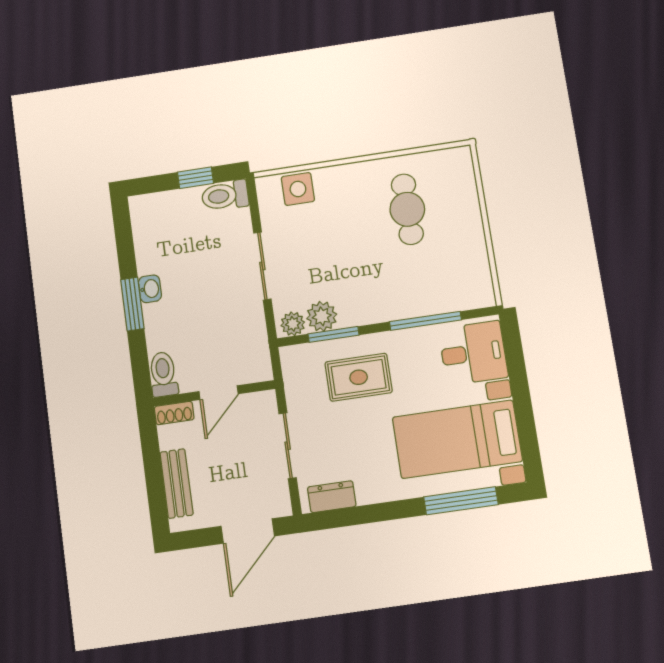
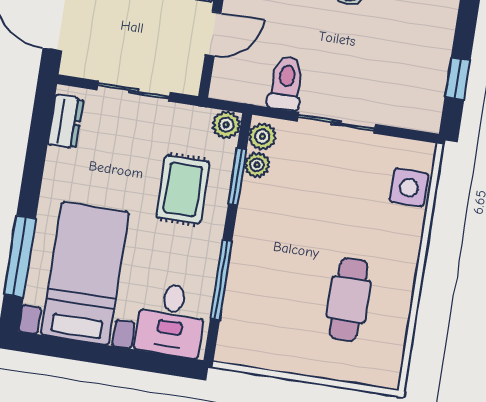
toilet: (225, 196) -> (286, 83), moved
cafe table: (407, 209) -> (349, 299), turned 90
plant: (322, 316) -> (257, 165), width x0.73, depth x0.73
plant: (292, 357) -> (226, 125), added
door: (219, 393) -> (213, 34), swing flipped

